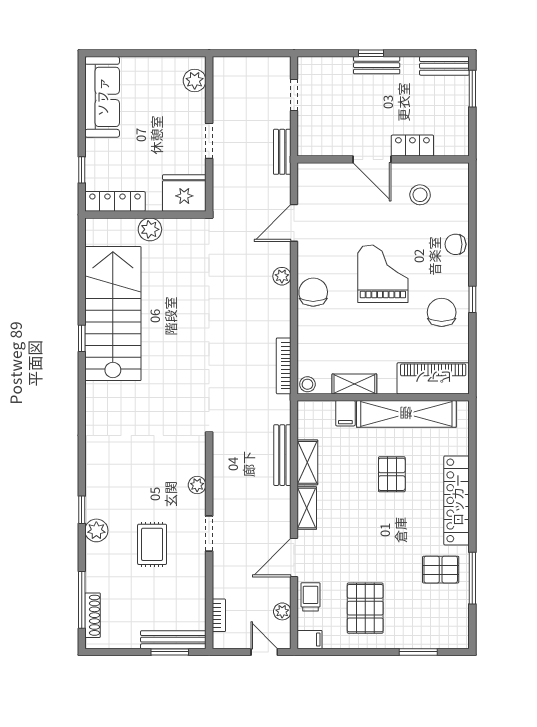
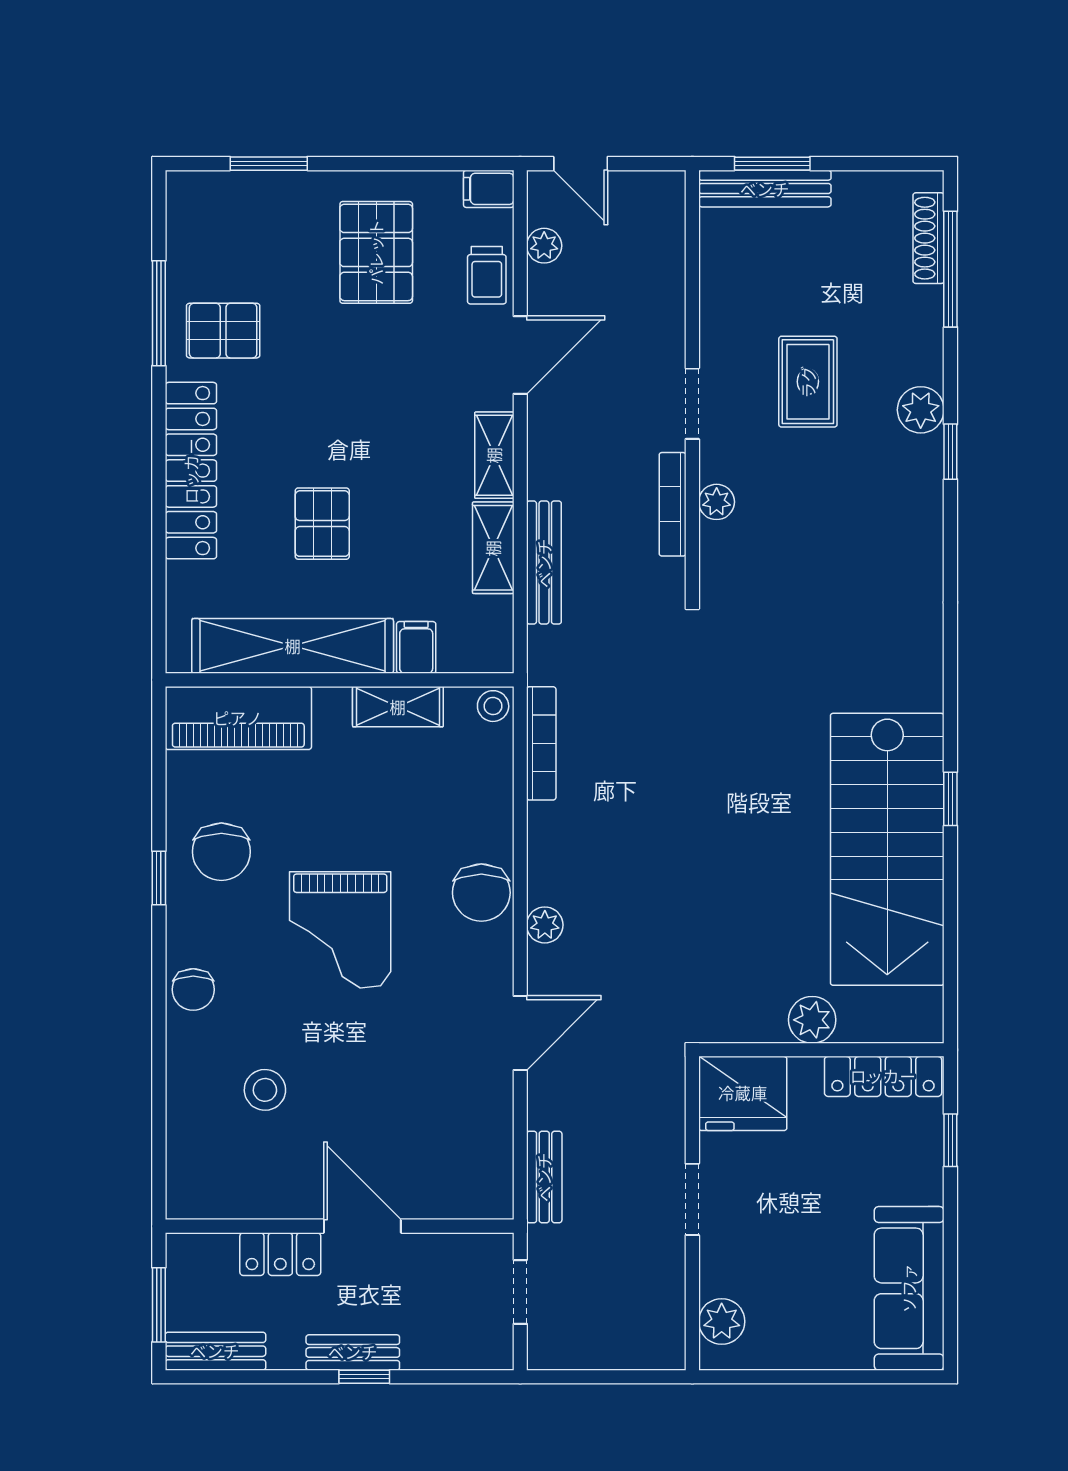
locker: (412, 146) -> (280, 1254), moved
door: (372, 159) -> (362, 1226), moved
wall: (383, 159) -> (340, 1226), moved
chair: (455, 244) -> (193, 990), turned 90
bookcase: (219, 615) -> (673, 504), moved, width x1.56

